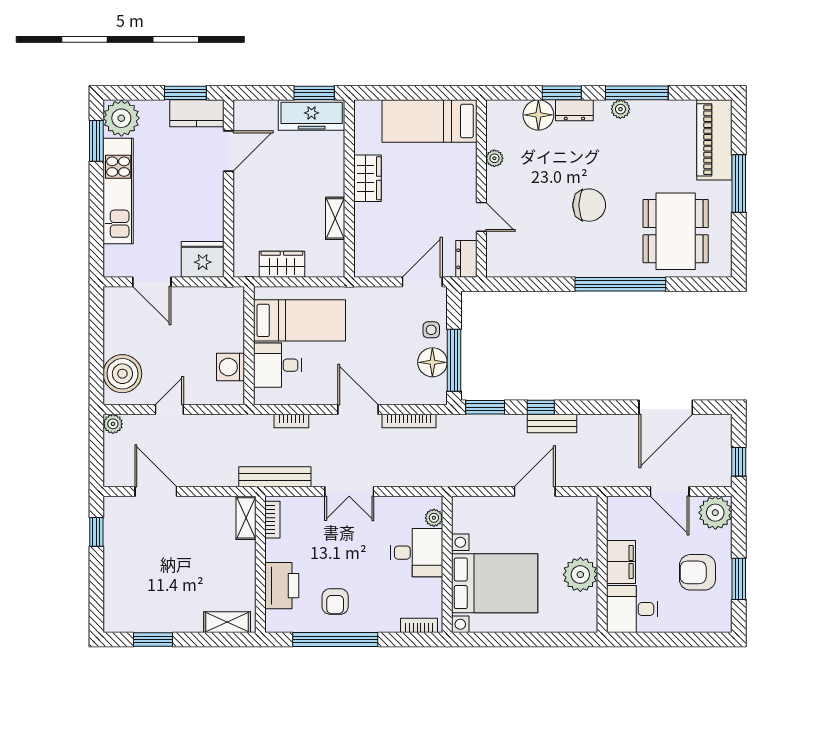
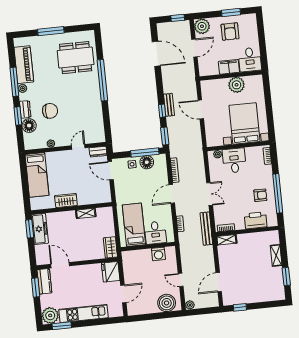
piano: (714, 140) -> (24, 65), moved, turned -90
chair: (589, 205) -> (50, 111), moved, turned 90
wardrobe: (282, 264) -> (110, 247), moved
shelving: (227, 622) -> (276, 255), moved

